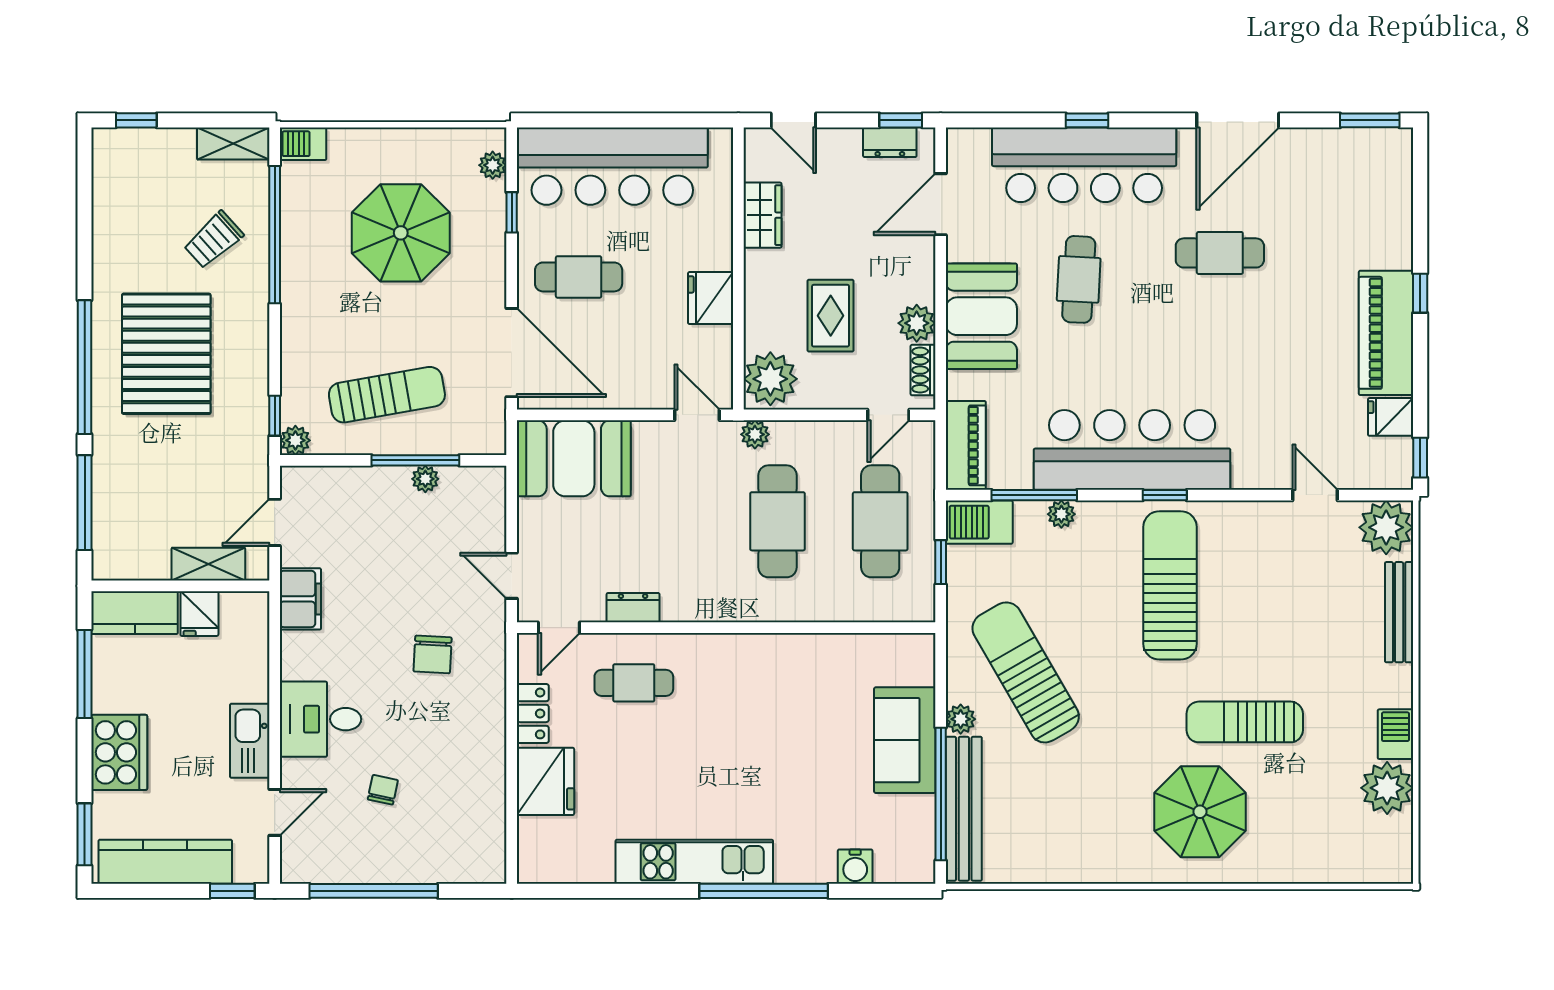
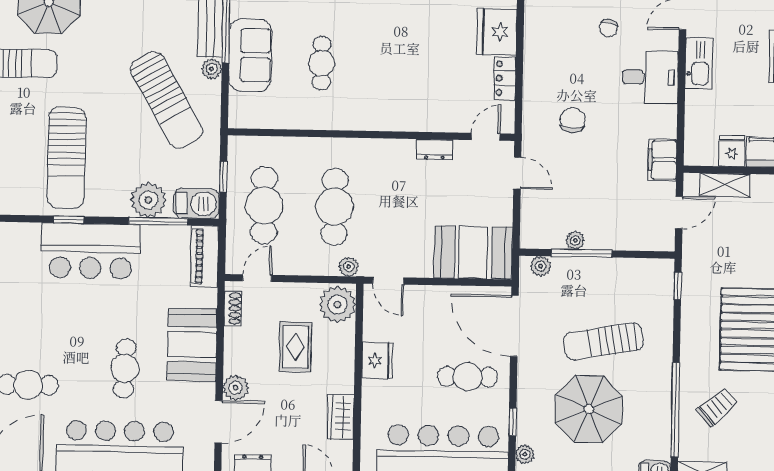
plant: (917, 323) -> (236, 388), moved
sun lounger: (387, 395) -> (603, 341), moved
plant: (295, 440) -> (541, 266), moved
bar counter: (1132, 450) -> (91, 251), width x0.73
plant: (1061, 514) -> (148, 200), width x1.88, depth x1.88
cafe table: (634, 683) -> (322, 63), moved, turned 90

